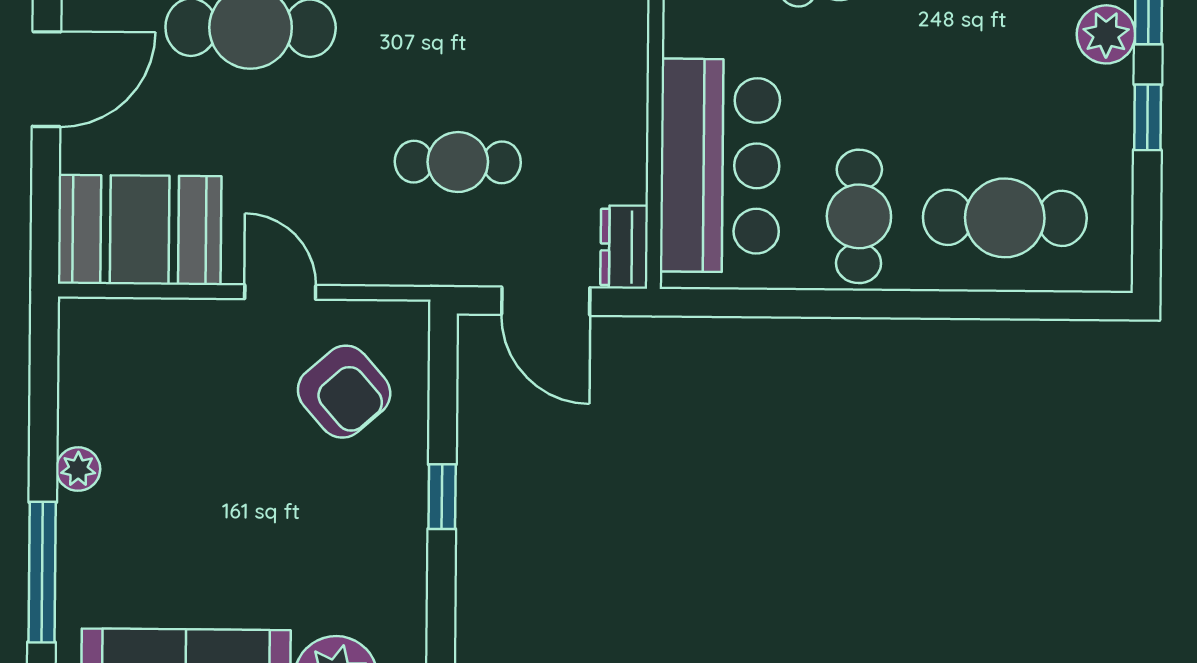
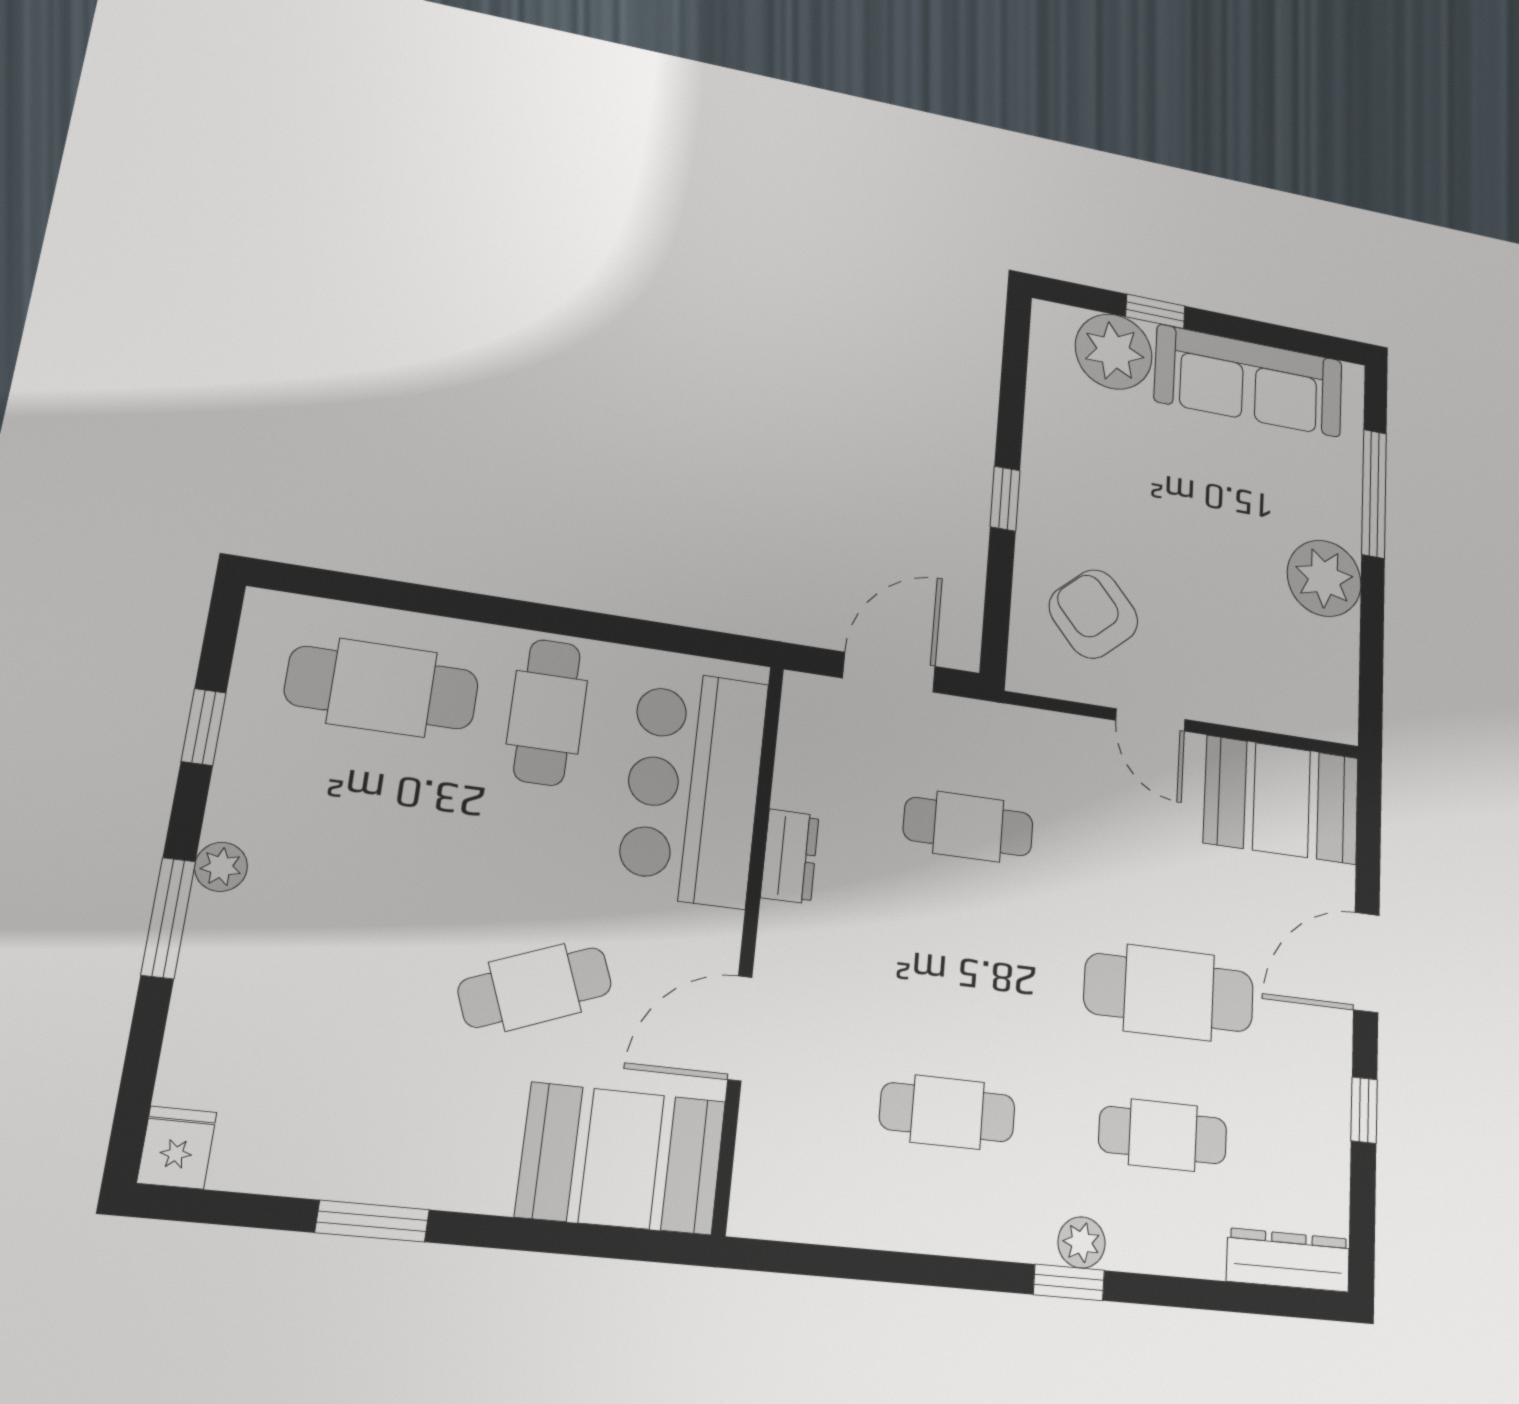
plant: (1106, 34) -> (221, 867), width x0.73, depth x0.73
window: (1148, 117) -> (204, 727), moved
dresser: (624, 247) -> (790, 856), moved
door: (546, 301) -> (889, 672), hinge flipped
plant: (78, 469) -> (1324, 578), width x1.88, depth x1.88

